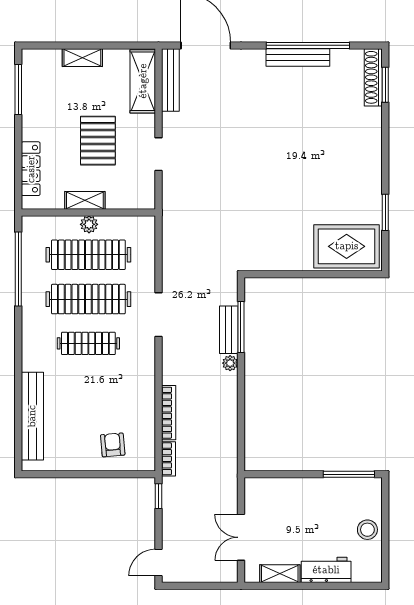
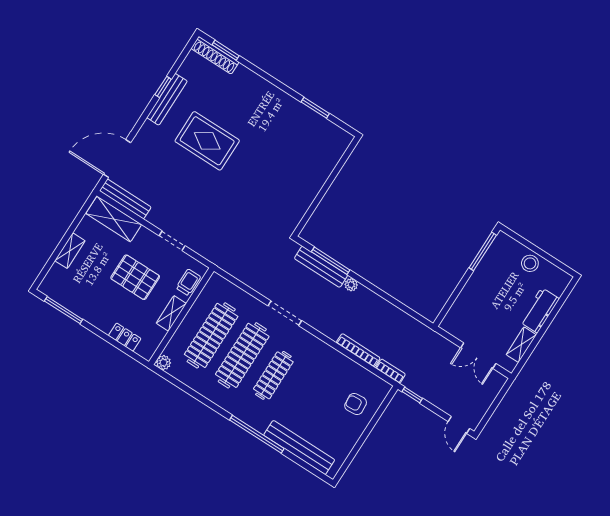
window: (308, 45) -> (163, 87), width x0.32
locker: (31, 169) -> (125, 337), width x0.66
trolley: (127, 197) -> (188, 282), added
plant: (89, 224) -> (164, 363), moved
rug: (347, 246) -> (207, 141), moved, turned 90
window: (18, 269) -> (257, 434), moved
bench: (229, 330) -> (321, 267), width x1.36

